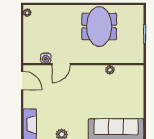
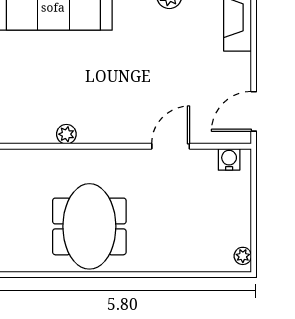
water cooler: (46, 58) -> (229, 159), moved
door: (22, 80) -> (254, 111), hinge flipped

